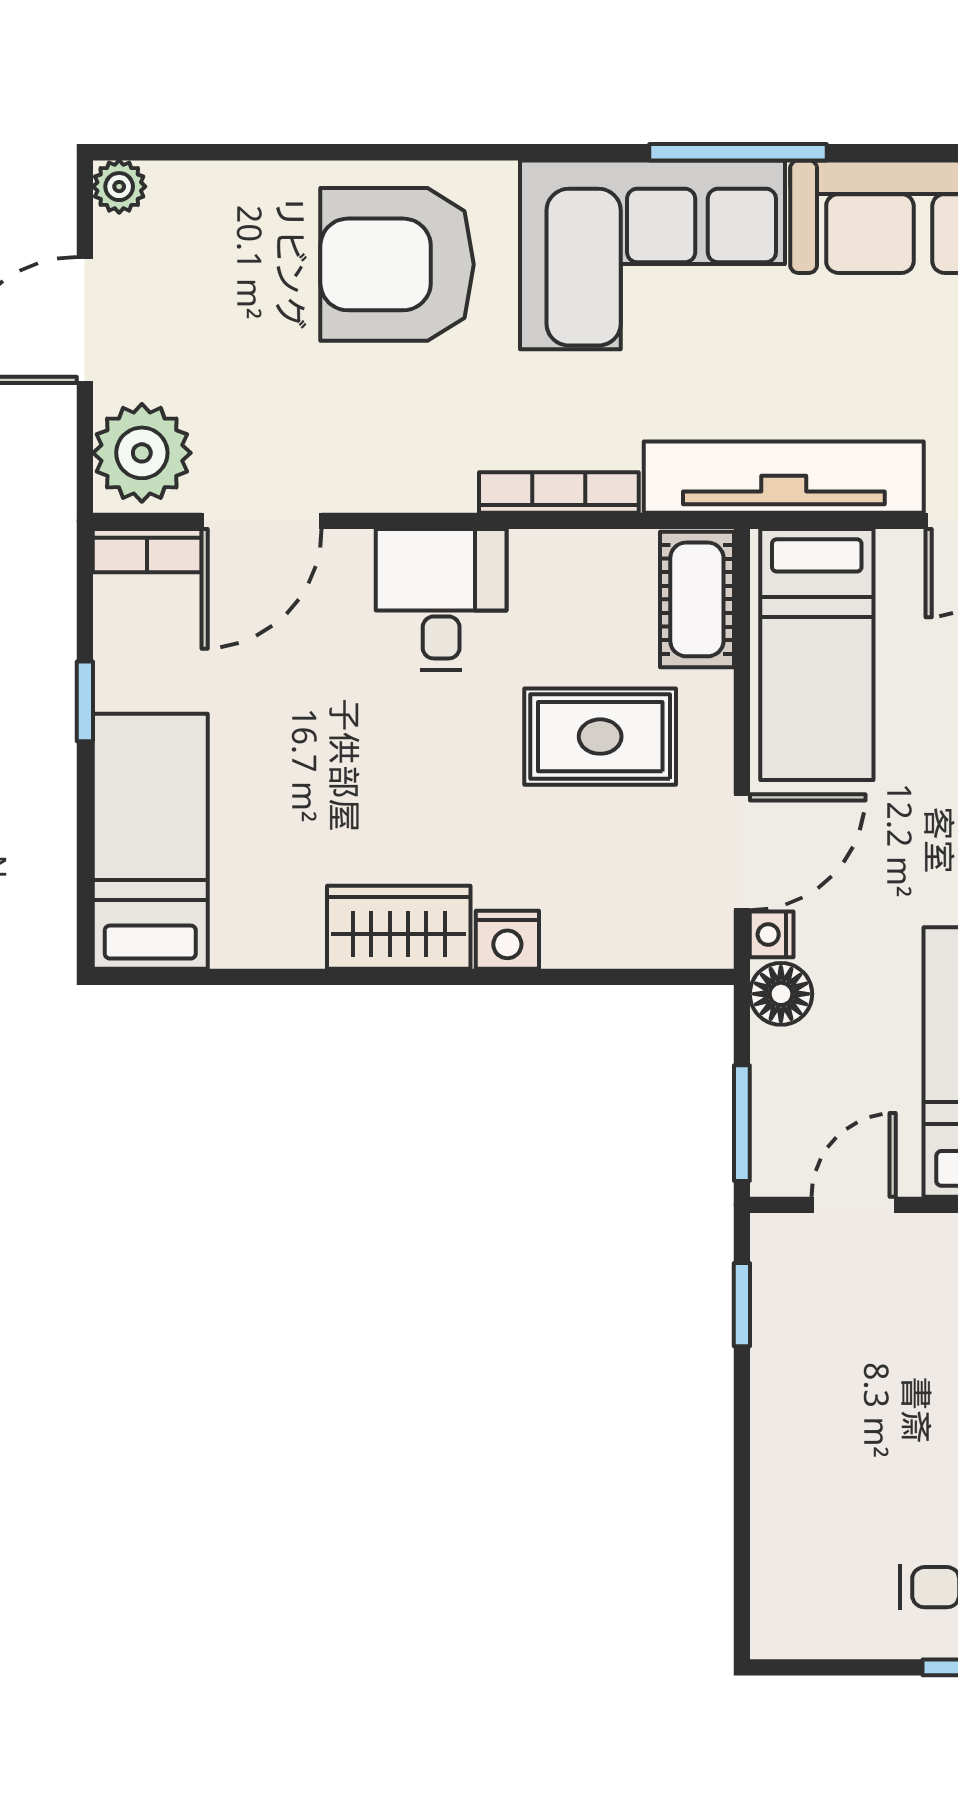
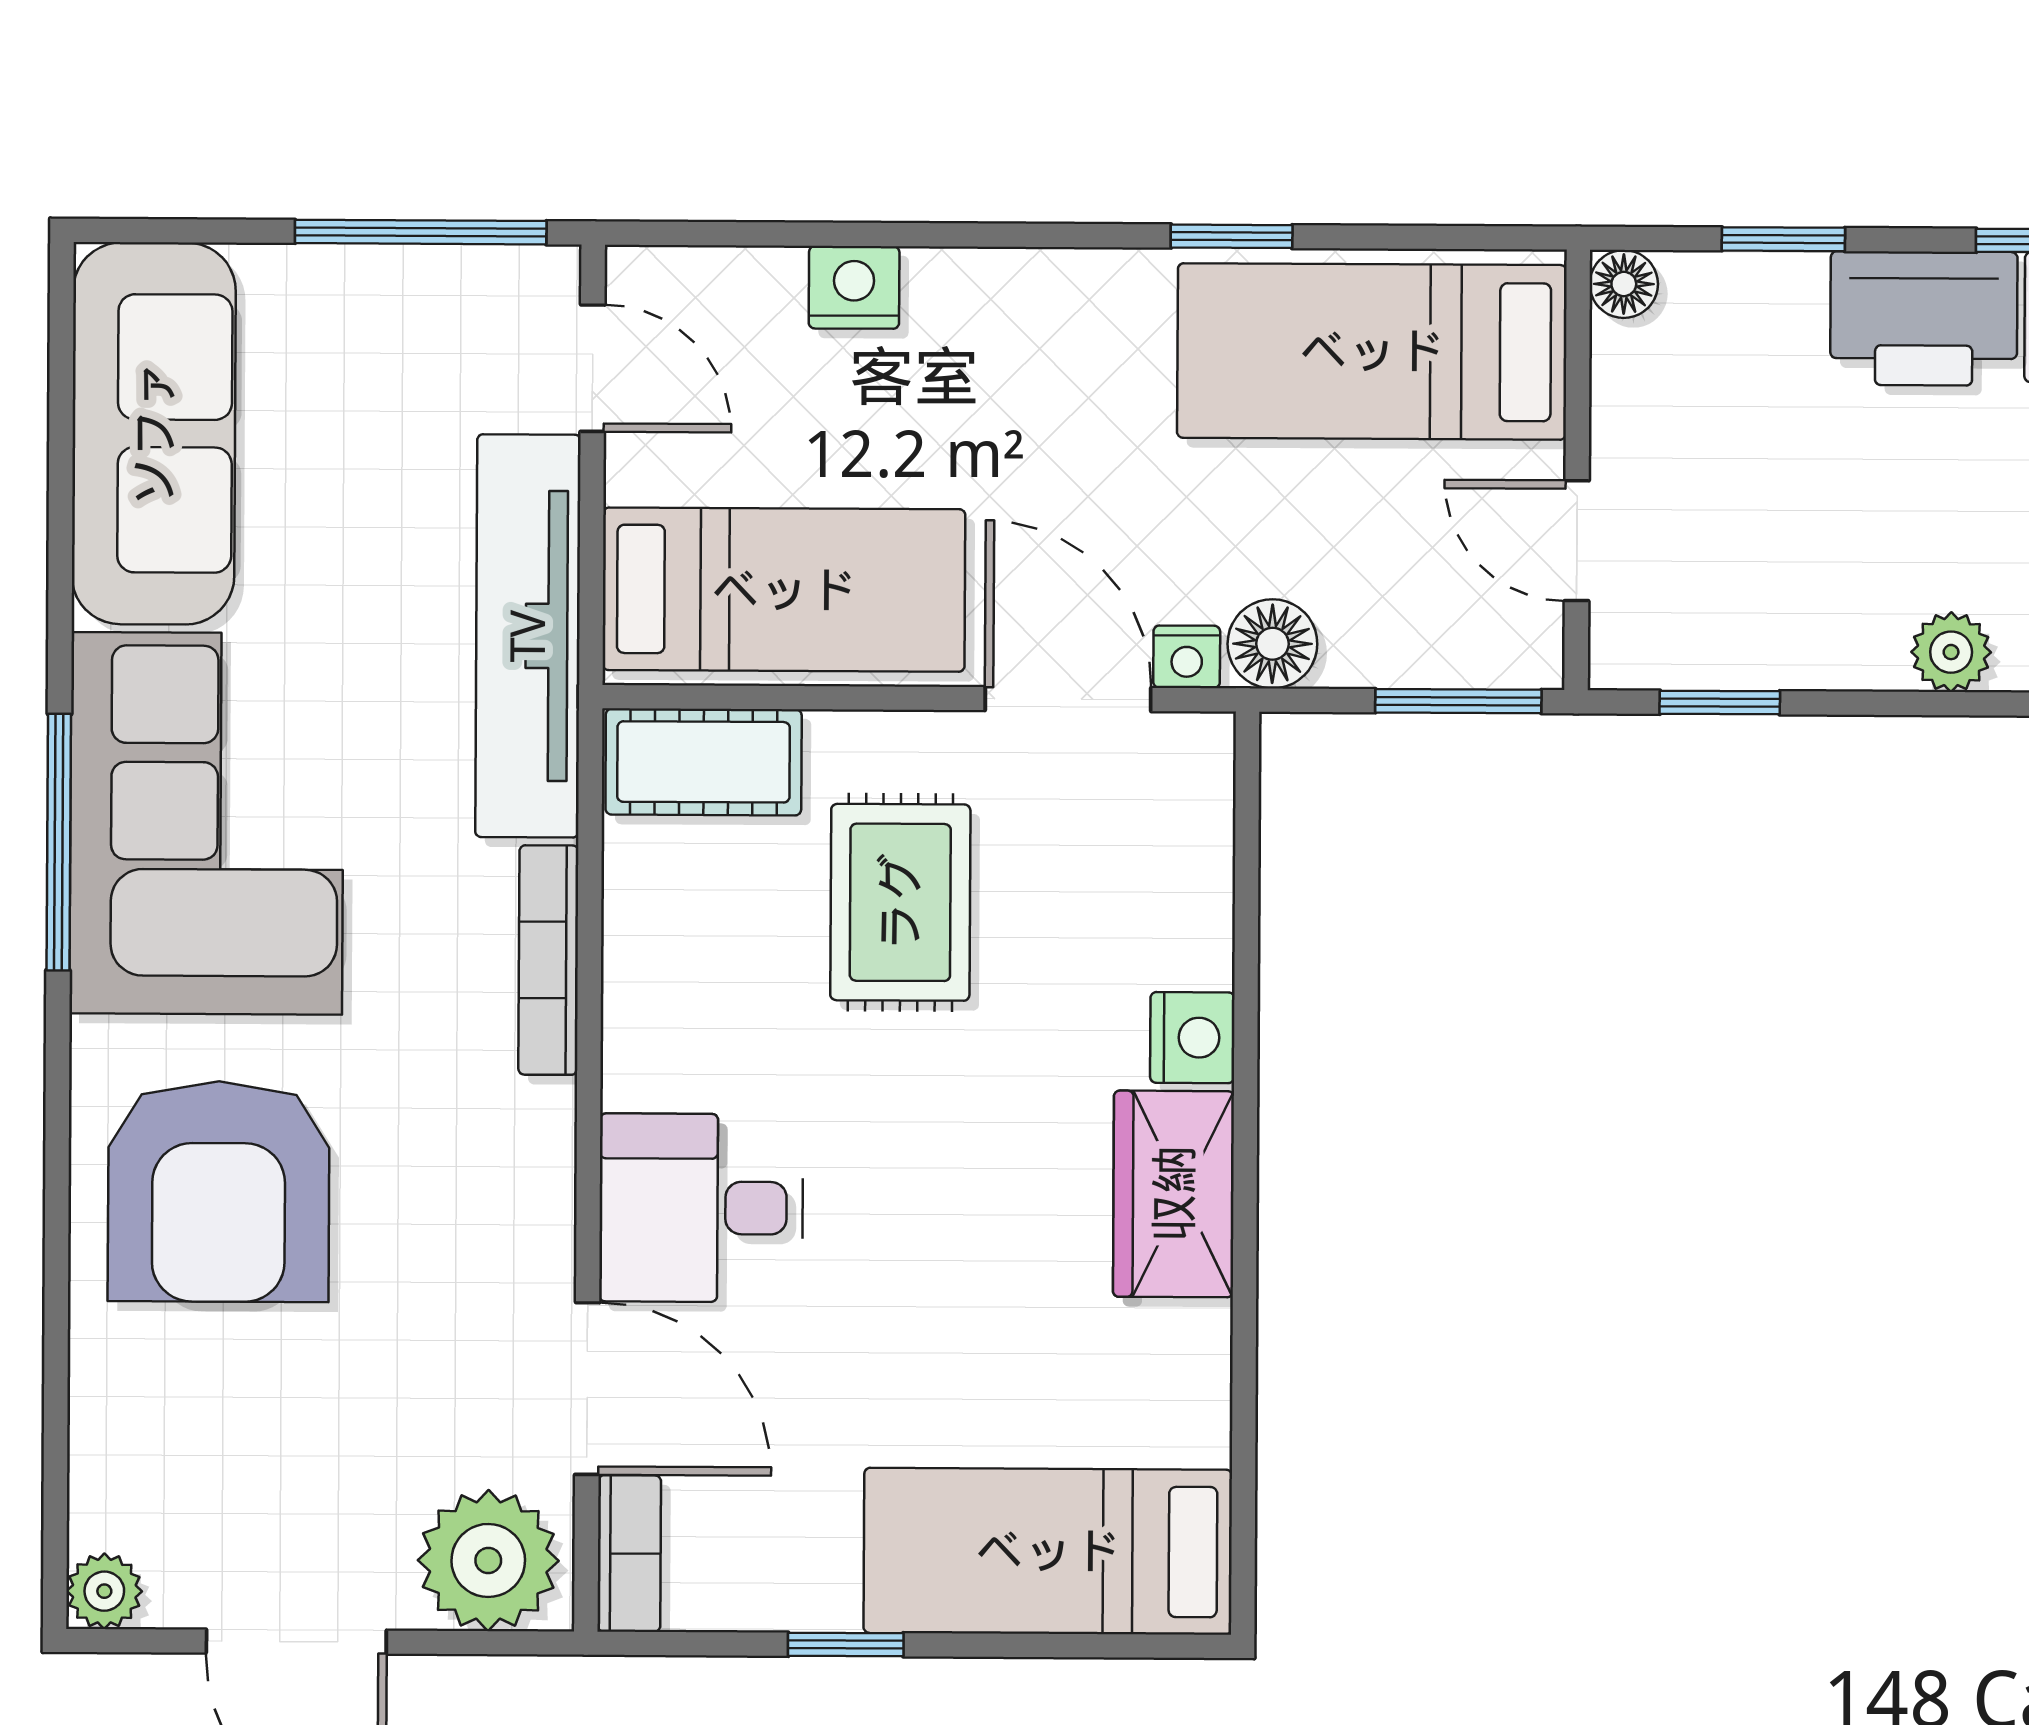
window: (738, 152) -> (59, 842), moved
desk: (441, 599) -> (701, 1208), moved
plant: (778, 1465) -> (1951, 652), added

